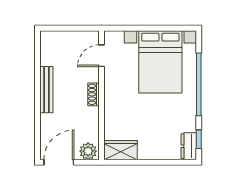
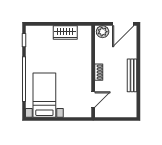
bed with nightstands: (160, 62) -> (44, 95), width x0.73
dresser: (189, 146) -> (31, 35), removed
wardrobe: (121, 150) -> (65, 32), moved

